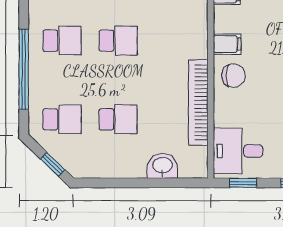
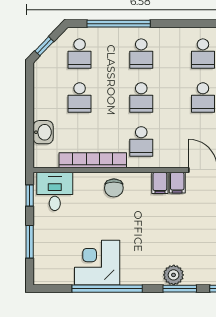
school desk: (174, 41) -> (141, 141), added
filing cabinet: (227, 44) -> (160, 183), moved

